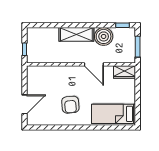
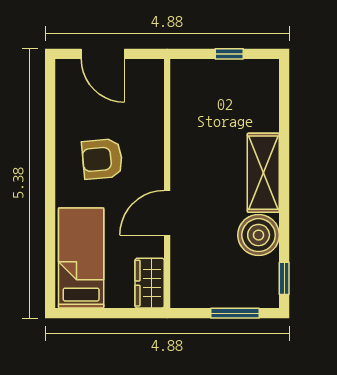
wall: (81, 64) -> (167, 183), moved
door: (94, 64) -> (167, 213), moved
wardrobe: (125, 72) -> (150, 283), moved

